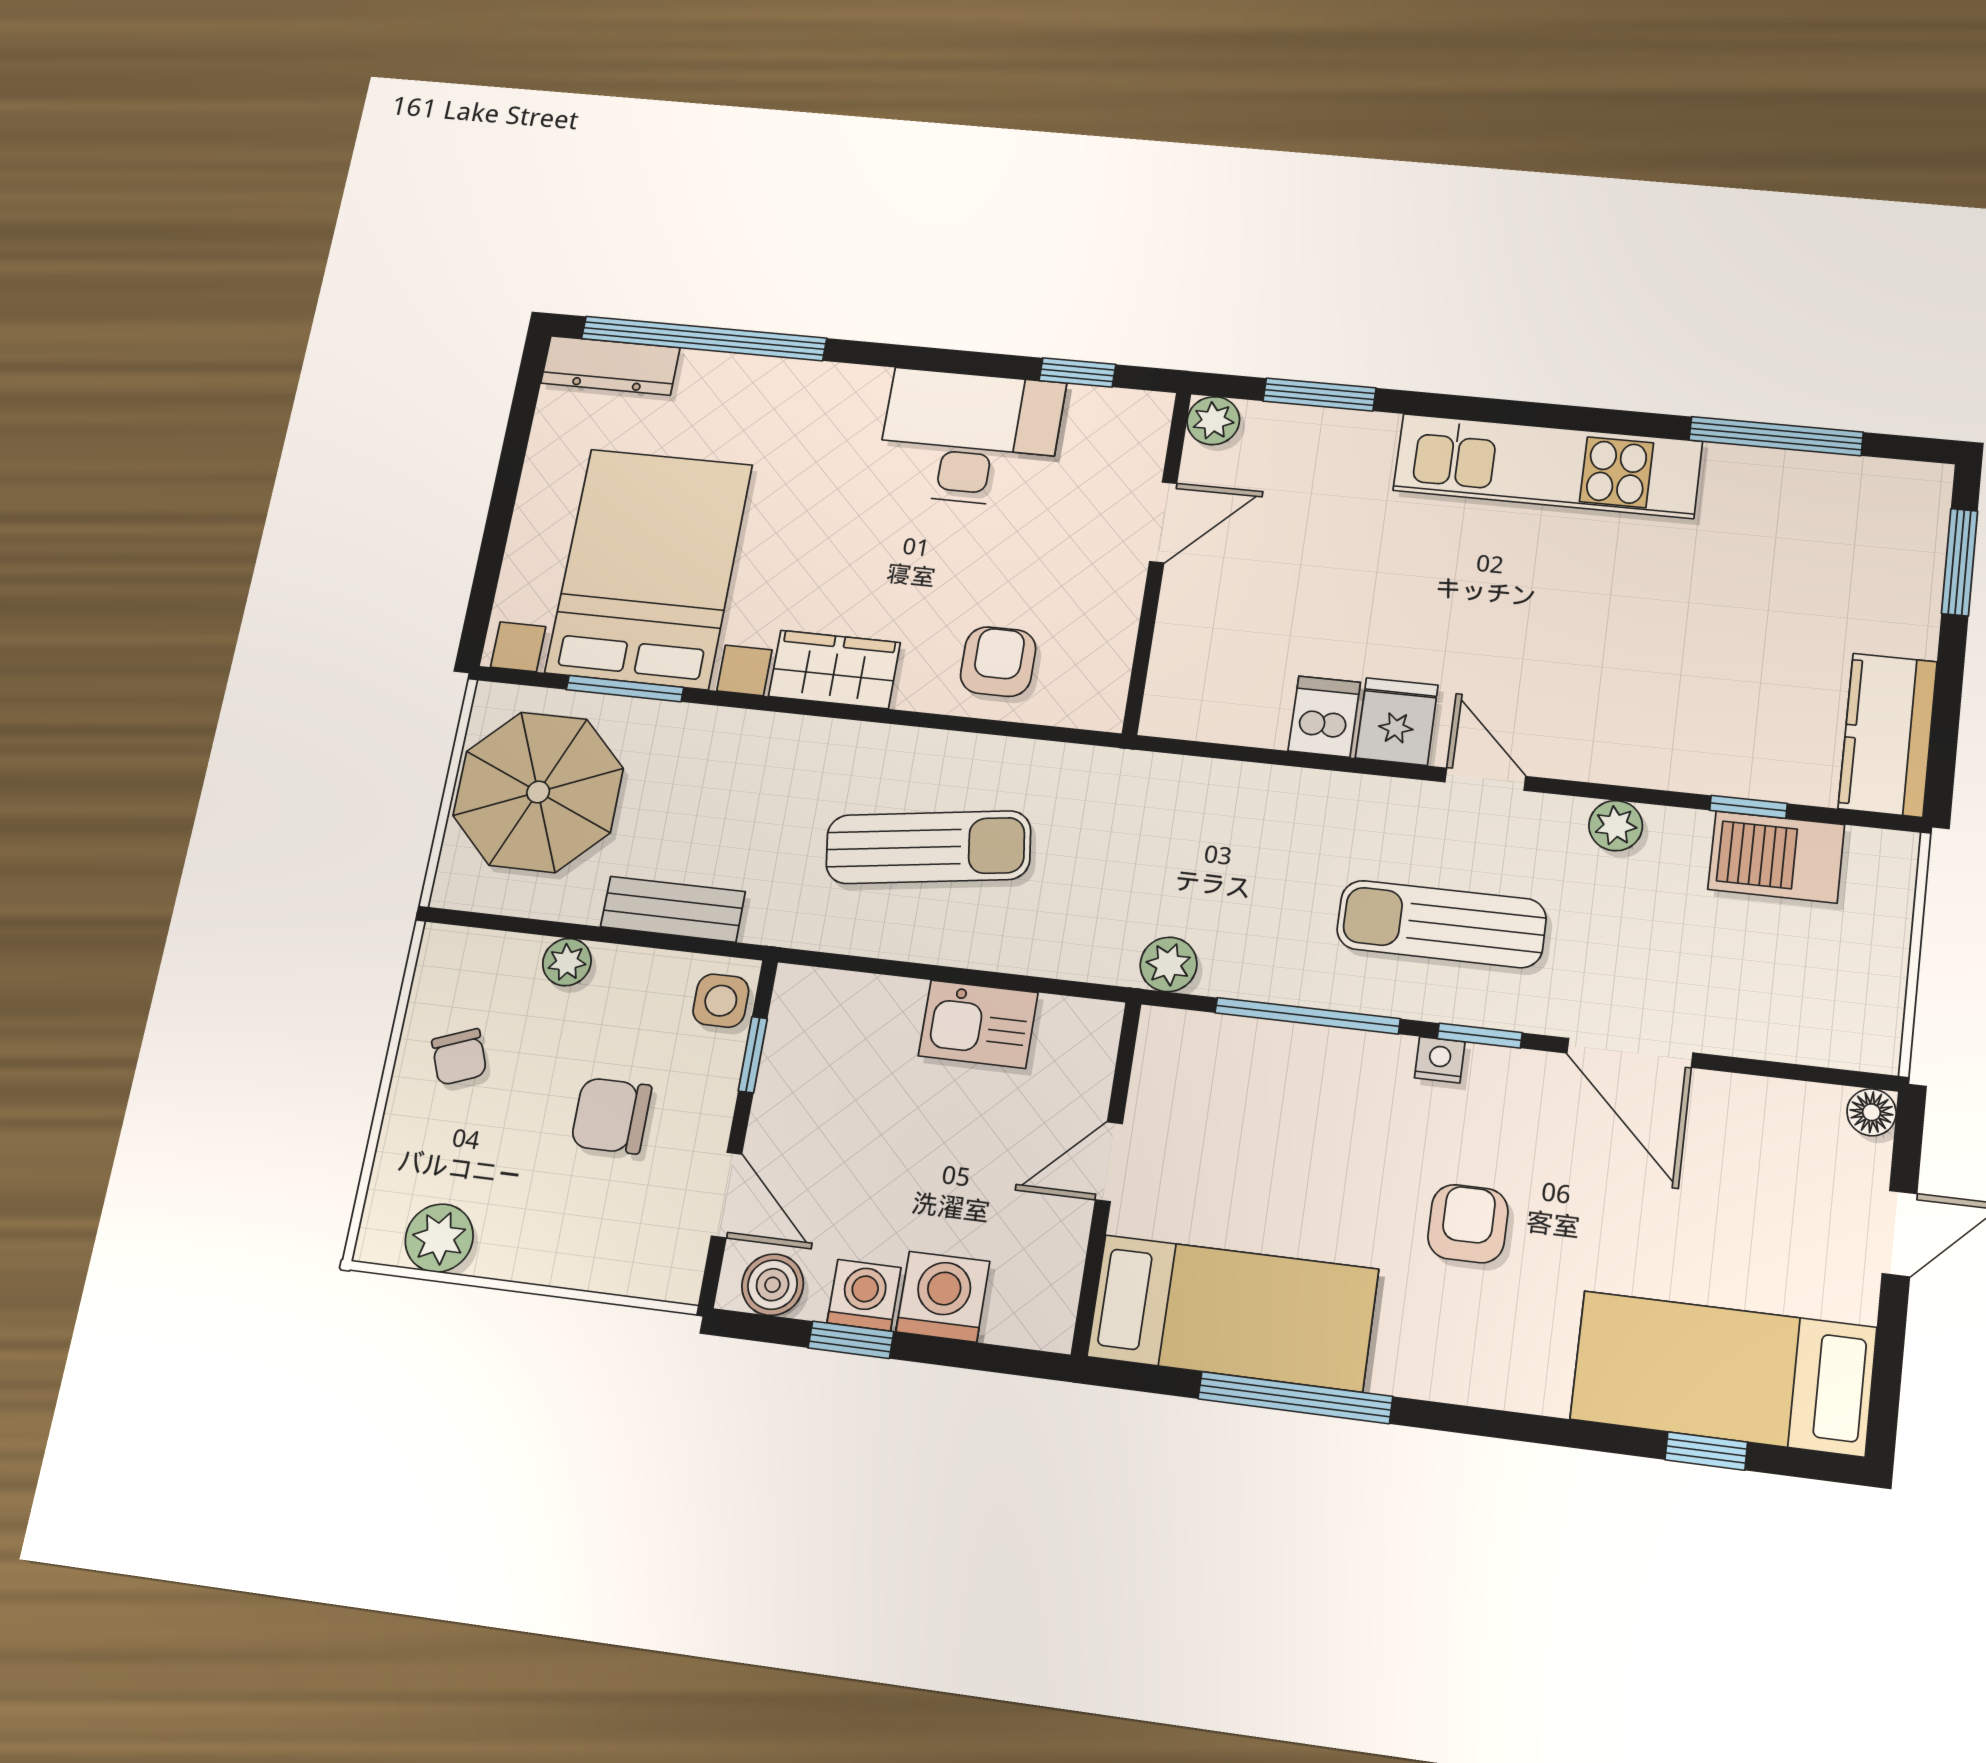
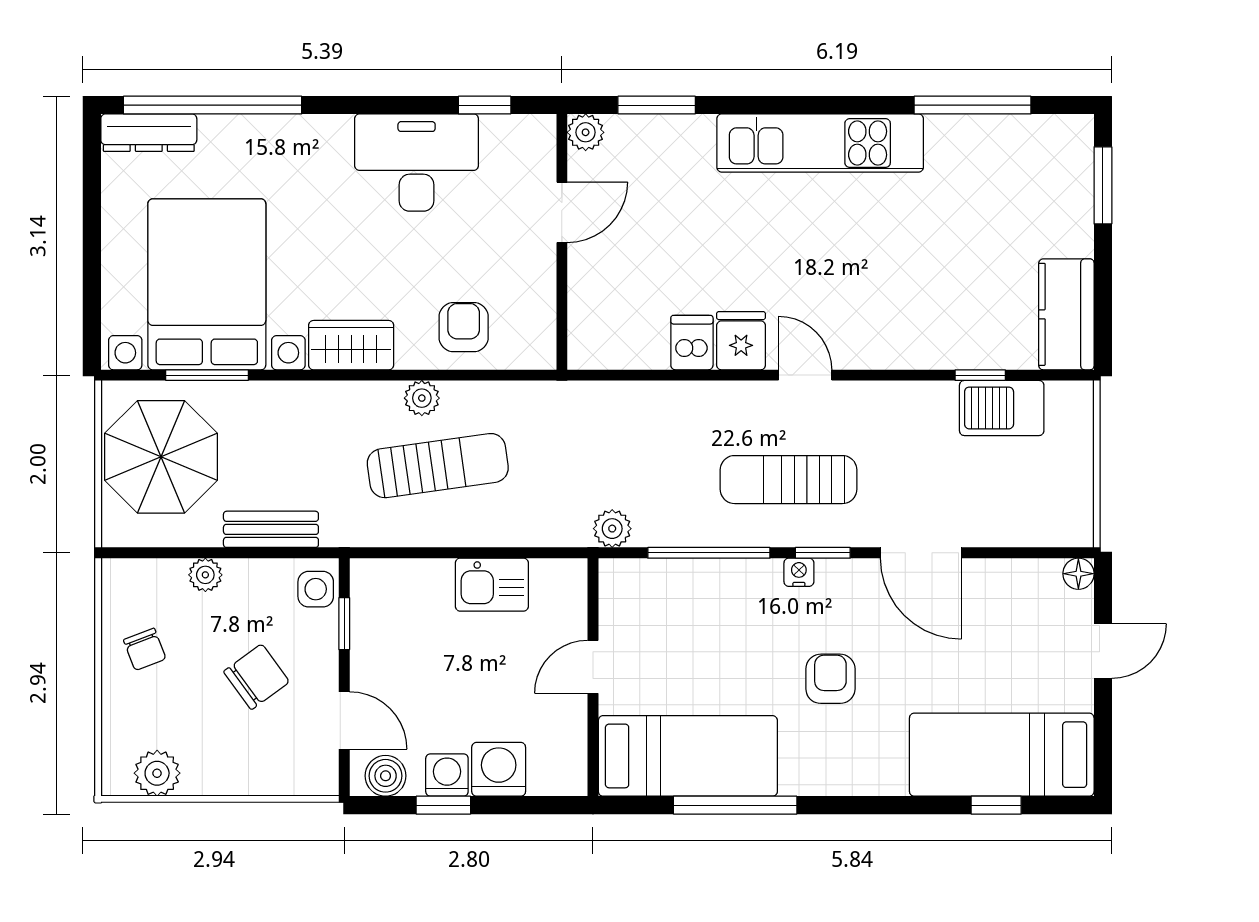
plant: (1616, 826) -> (422, 398), moved
chair: (611, 1116) -> (256, 677), turned 144

